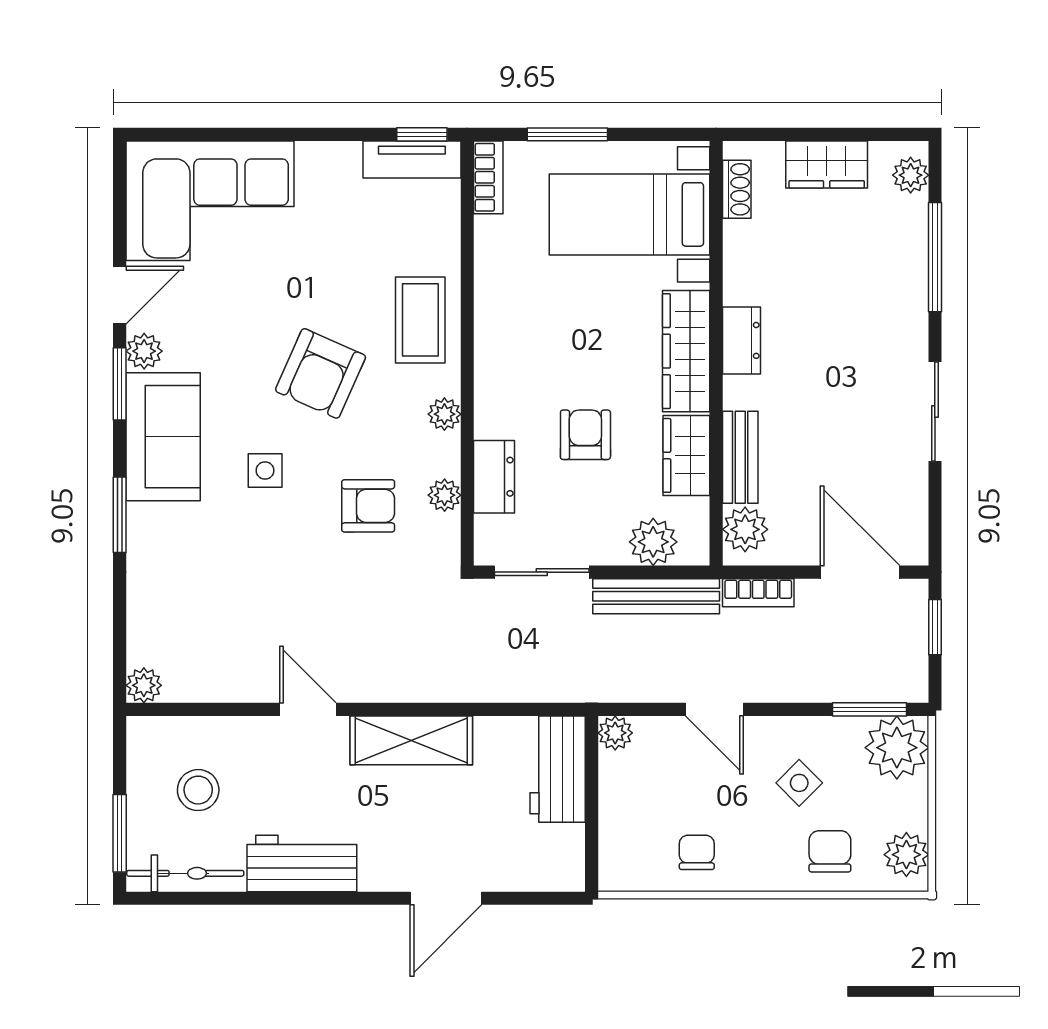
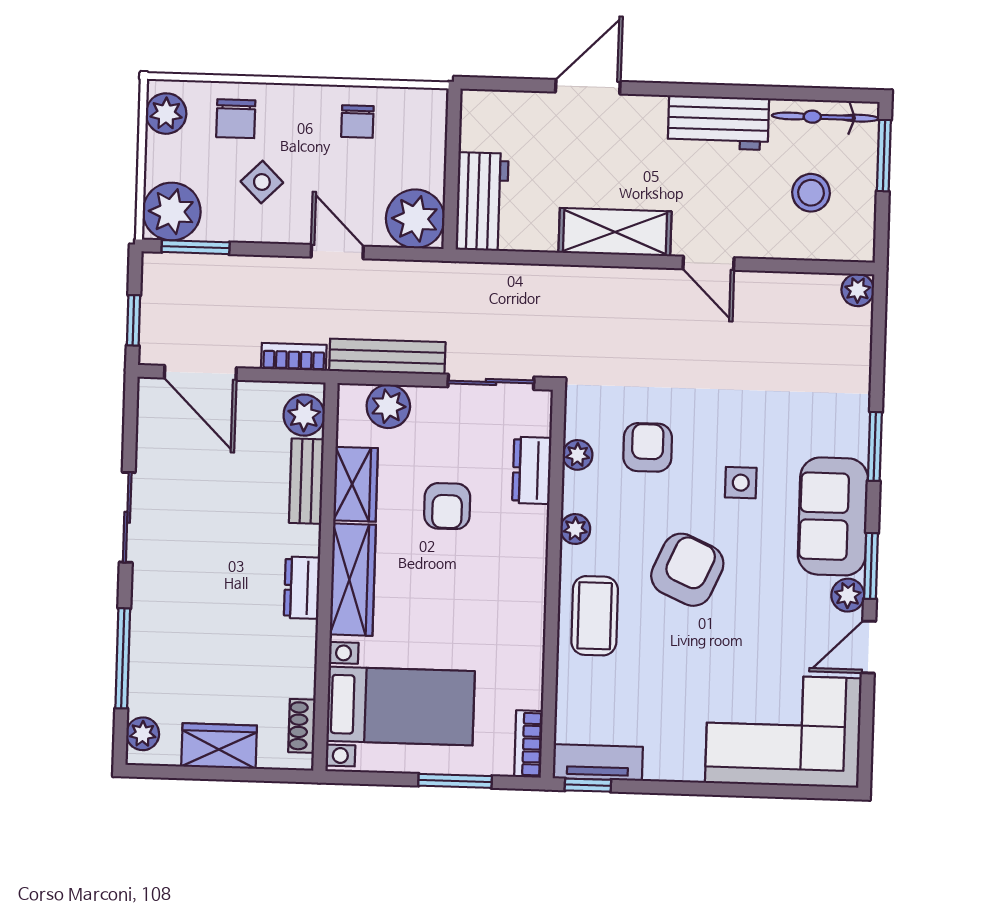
armchair: (368, 506) -> (648, 447), turned 90
plant: (615, 733) -> (415, 219), width x1.88, depth x1.88

